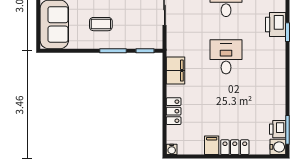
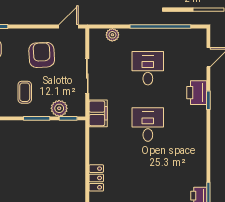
coffee table: (101, 24) -> (25, 92), turned 90
plant: (136, 40) -> (59, 108), added
filing cabinet: (176, 71) -> (98, 113), moved

